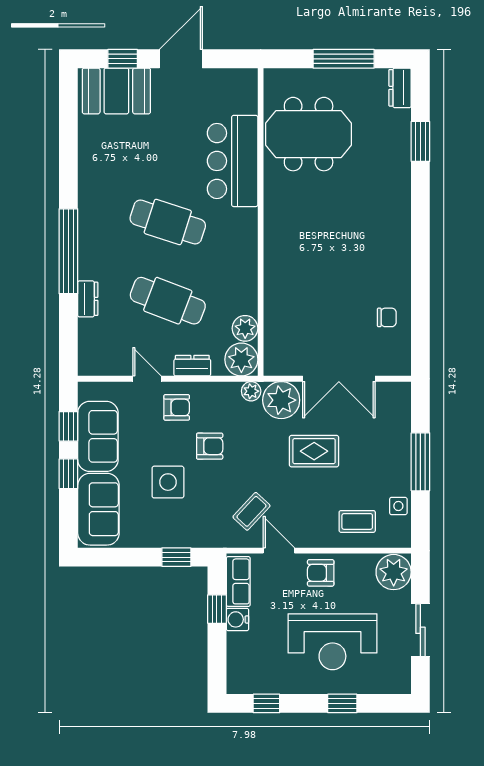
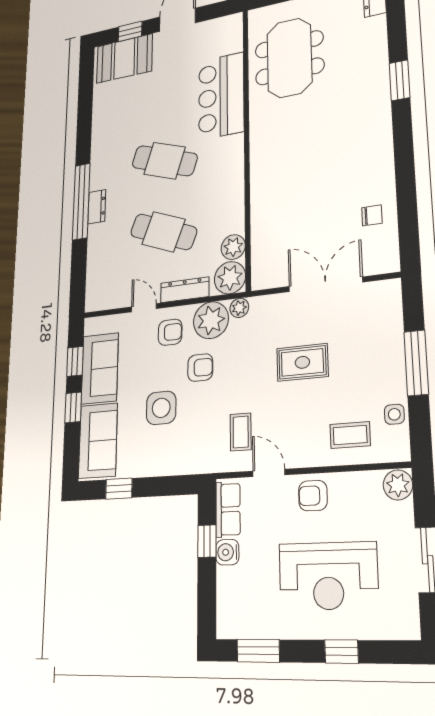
meeting table: (309, 134) -> (289, 58), turned 90
window: (420, 141) -> (400, 80), moved
dresser: (88, 299) -> (97, 207), moved
dresser: (192, 366) -> (185, 290), width x1.44
double door: (339, 379) -> (325, 284), swing flipped
plant: (281, 400) -> (211, 320), moved
coffee table: (251, 511) -> (241, 432), turned -43
window: (176, 557) -> (119, 489), moved
plant: (394, 572) -> (398, 485), width x0.73, depth x0.73
window: (266, 703) -> (258, 651), width x1.50

